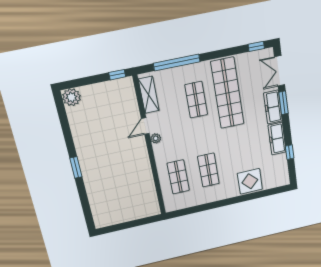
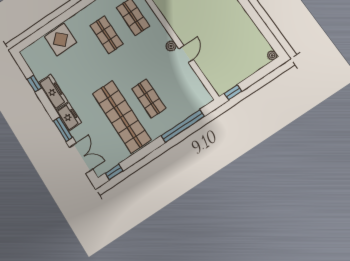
shelving: (149, 95) -> (196, 85), removed
plant: (71, 97) -> (272, 55), width x0.53, depth x0.53
freezer: (273, 107) -> (69, 117), width x0.71

